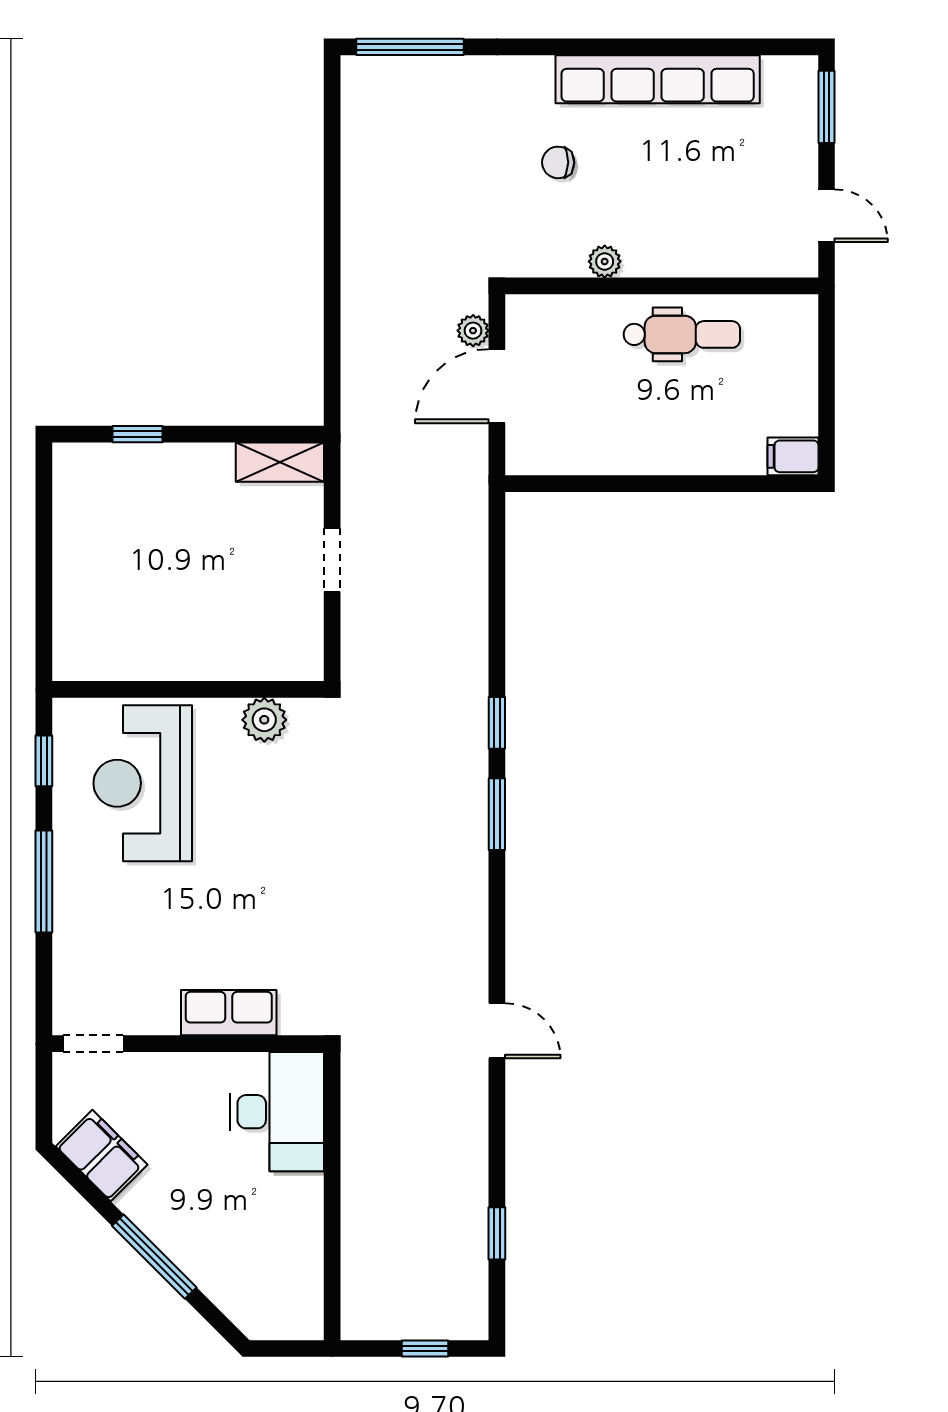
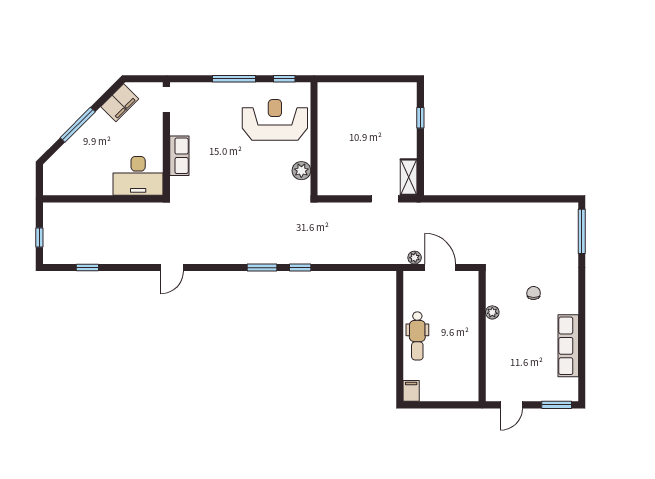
row of seats: (658, 79) -> (568, 346), width x0.73
plant: (473, 331) -> (415, 258), moved
dental chair: (682, 334) -> (417, 336), moved
doorway: (332, 560) -> (385, 199), moved

